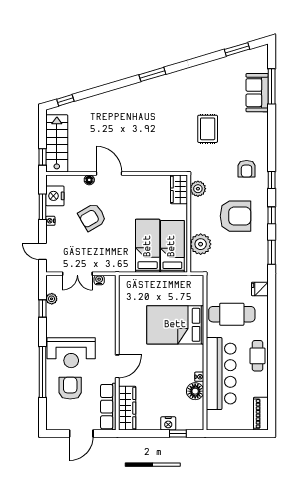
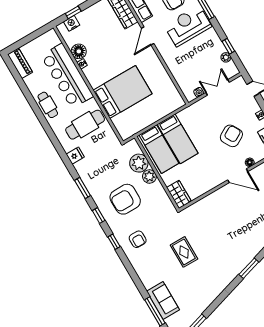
armchair: (247, 169) -> (138, 239), turned 180
plant: (198, 189) -> (149, 176), moved
nightstand: (168, 423) -> (72, 23), moved

